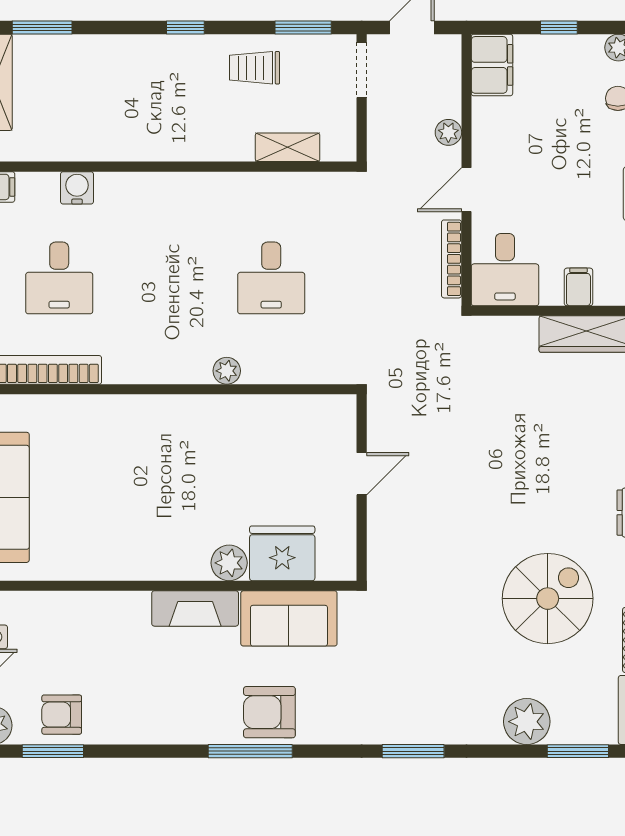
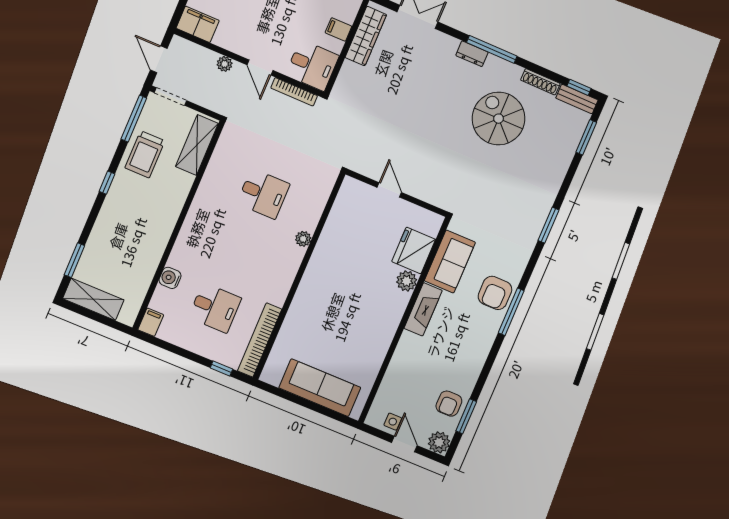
window: (303, 27) -> (134, 119), width x1.44
trolley: (255, 68) -> (145, 154), width x1.36, depth x1.39
shelving: (288, 147) -> (197, 145), width x1.50, depth x1.33
plant: (527, 722) -> (559, 158), removed

